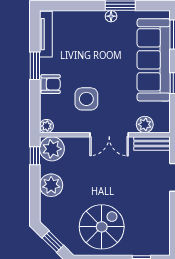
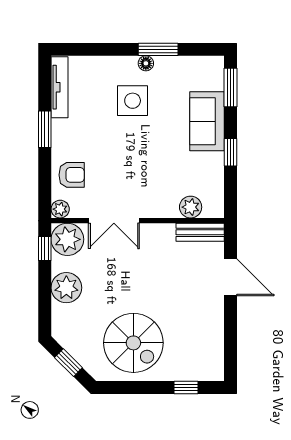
sofa: (154, 60) -> (207, 121), width x0.54, depth x0.79
armchair: (51, 84) -> (72, 175), moved
side table: (86, 99) -> (133, 101), moved
double door: (109, 135) -> (114, 221), moved
spiral stairs: (102, 227) -> (133, 343), turned 90

